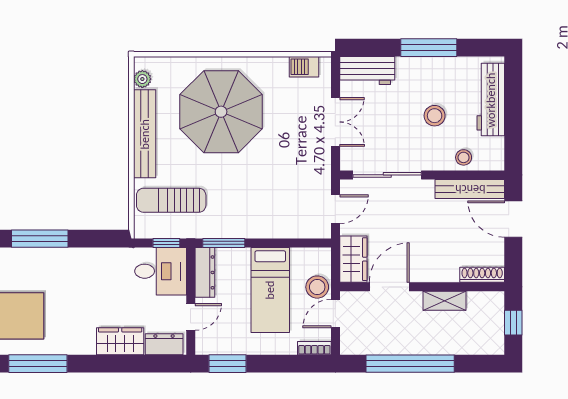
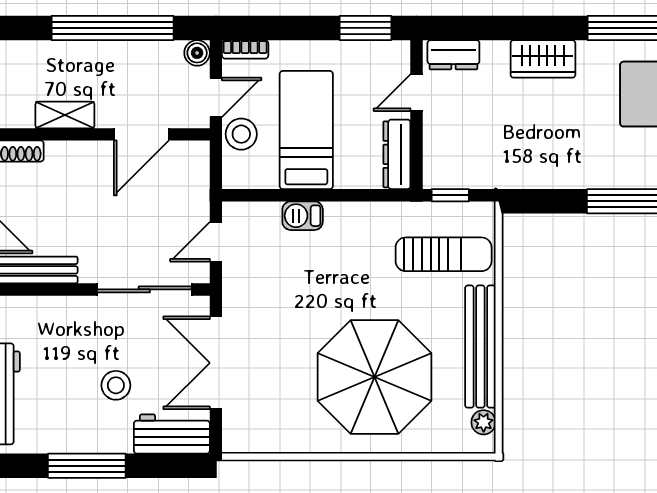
barbecue: (304, 67) -> (303, 216), moved, turned 180
stool: (435, 116) -> (116, 385), moved
double door: (335, 122) -> (216, 363), width x1.37
stool: (464, 157) -> (38, 314), removed
window: (224, 243) -> (371, 195), removed
wardrobe: (353, 259) -> (191, 173), removed
desk: (161, 271) -> (458, 156), removed
wardrobe: (120, 341) -> (543, 59), moved
boiler: (349, 346) -> (197, 53), added

